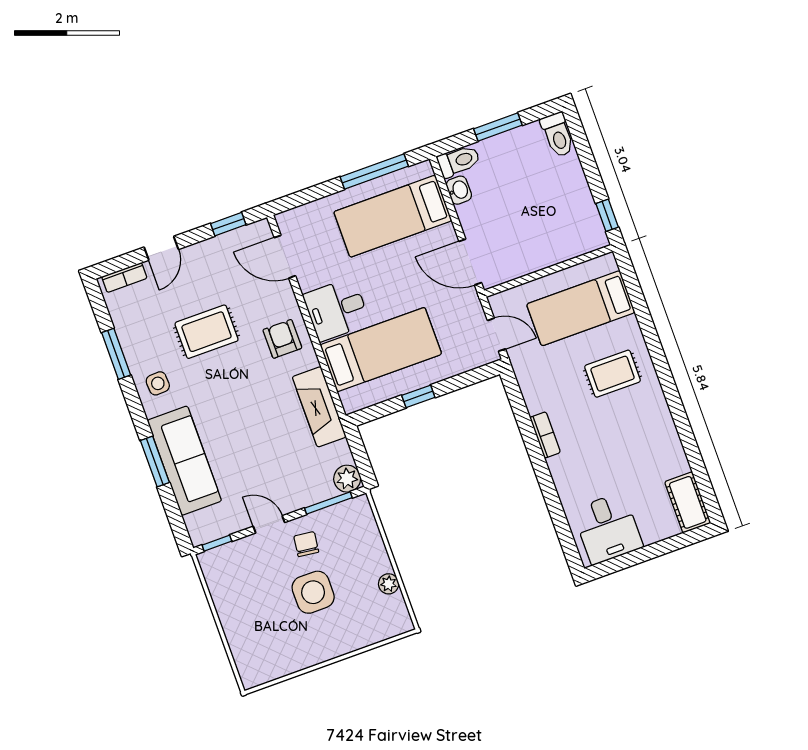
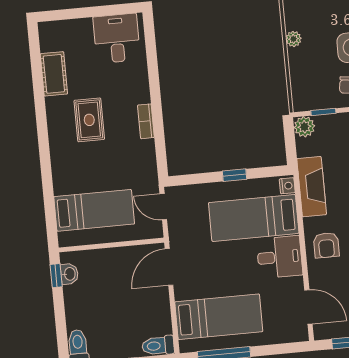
washbasin: (459, 190) -> (69, 274), moved, turned 180
door: (470, 262) -> (169, 267), swing flipped
rug: (613, 374) -> (89, 120), moved, turned 90
nightstand: (350, 400) -> (287, 186), added
cot: (688, 502) -> (54, 74), moved
window: (328, 503) -> (323, 112), width x0.67

